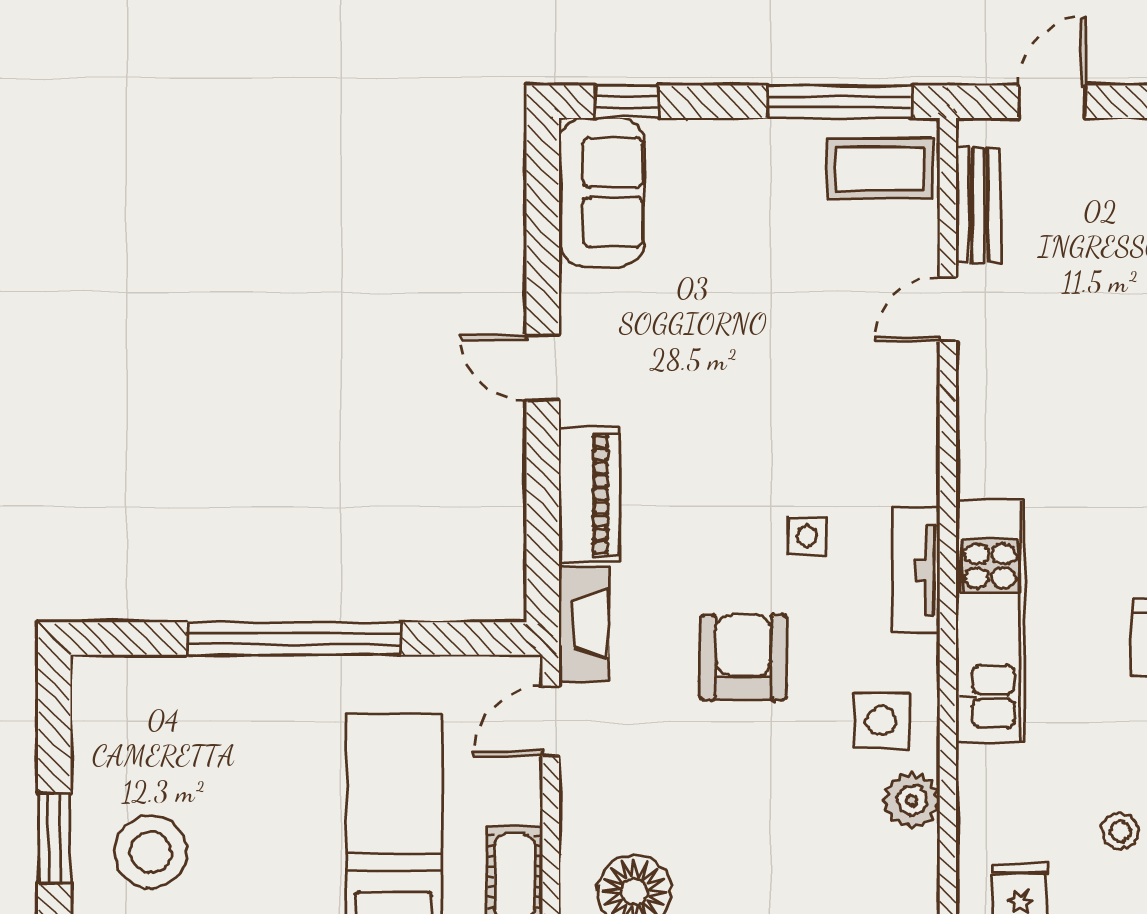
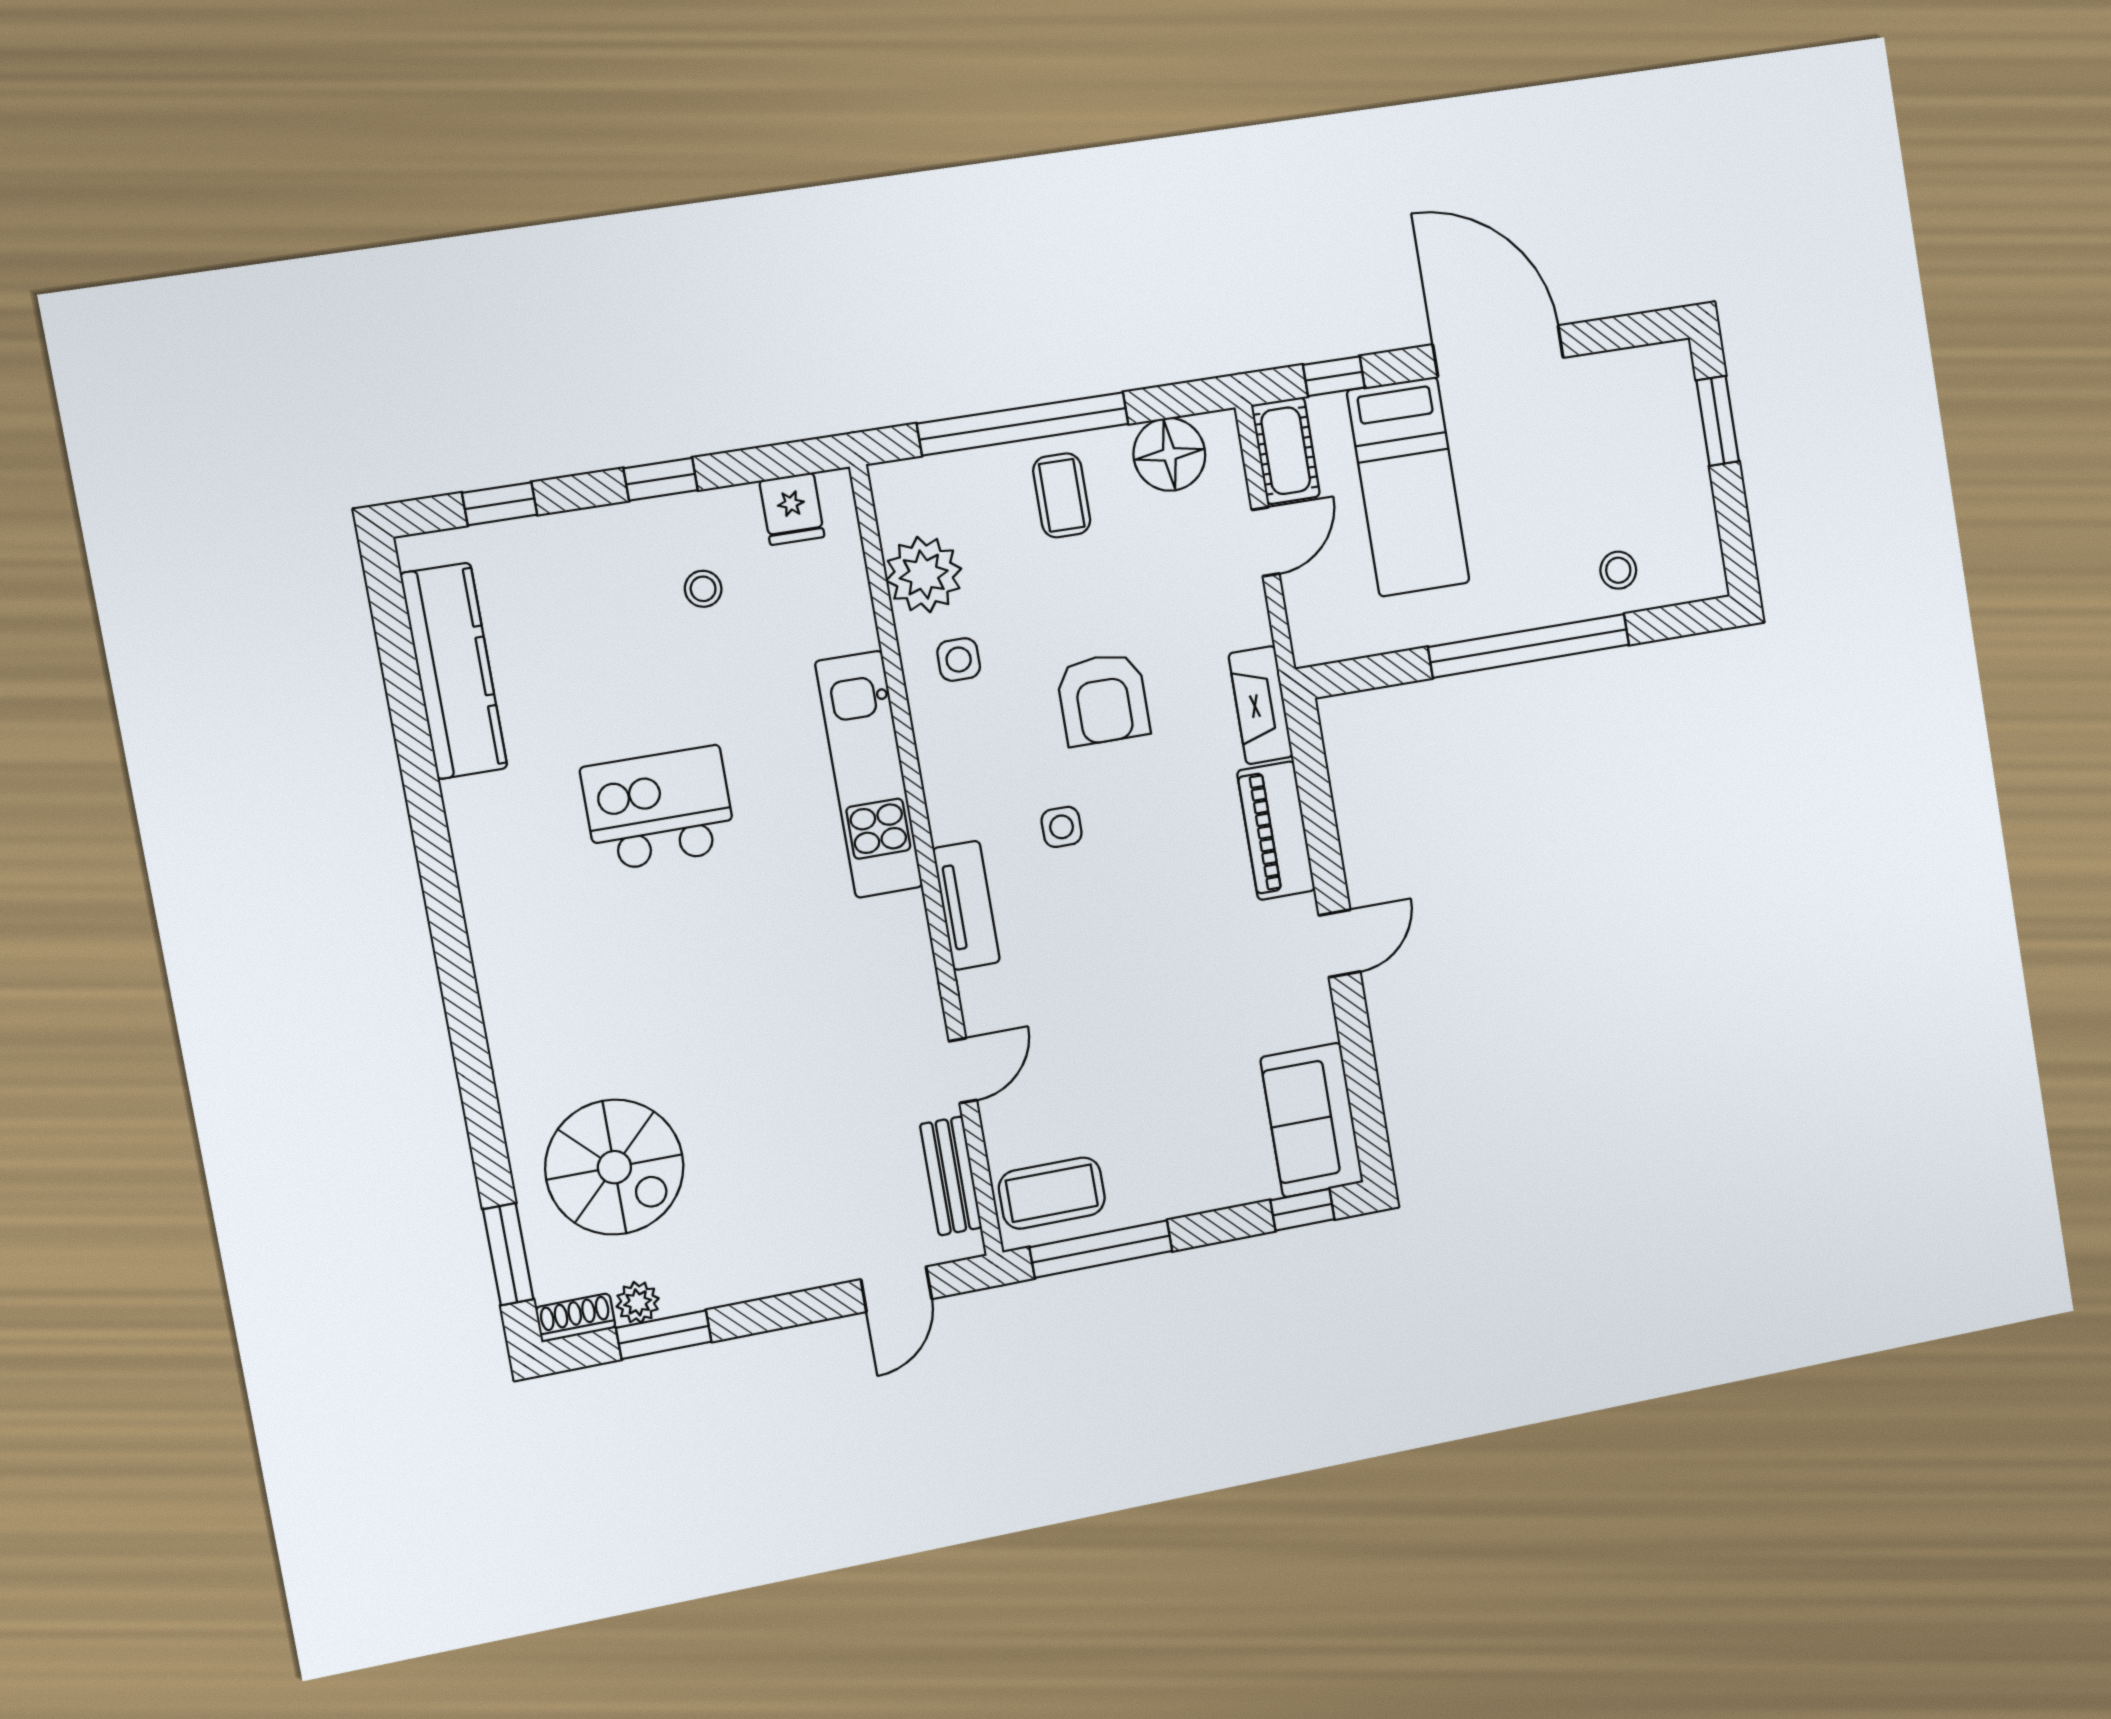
door: (543, 368) -> (1340, 943), hinge flipped
tv unit: (916, 570) -> (966, 905), moved
door: (551, 721) -> (1266, 542), moved
side table: (881, 721) -> (959, 660), width x0.73, depth x0.73
plant: (912, 800) -> (924, 575), width x1.36, depth x1.36
stool: (151, 852) -> (1618, 570), moved, width x0.53, depth x0.53
coffee table: (750, 867) -> (1062, 495), added

